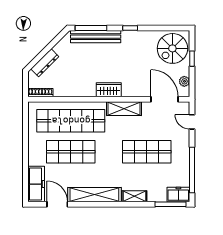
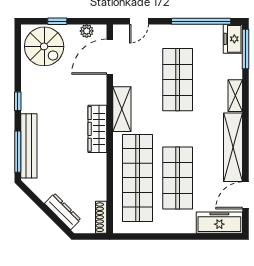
wardrobe: (109, 90) -> (97, 129), width x1.50

